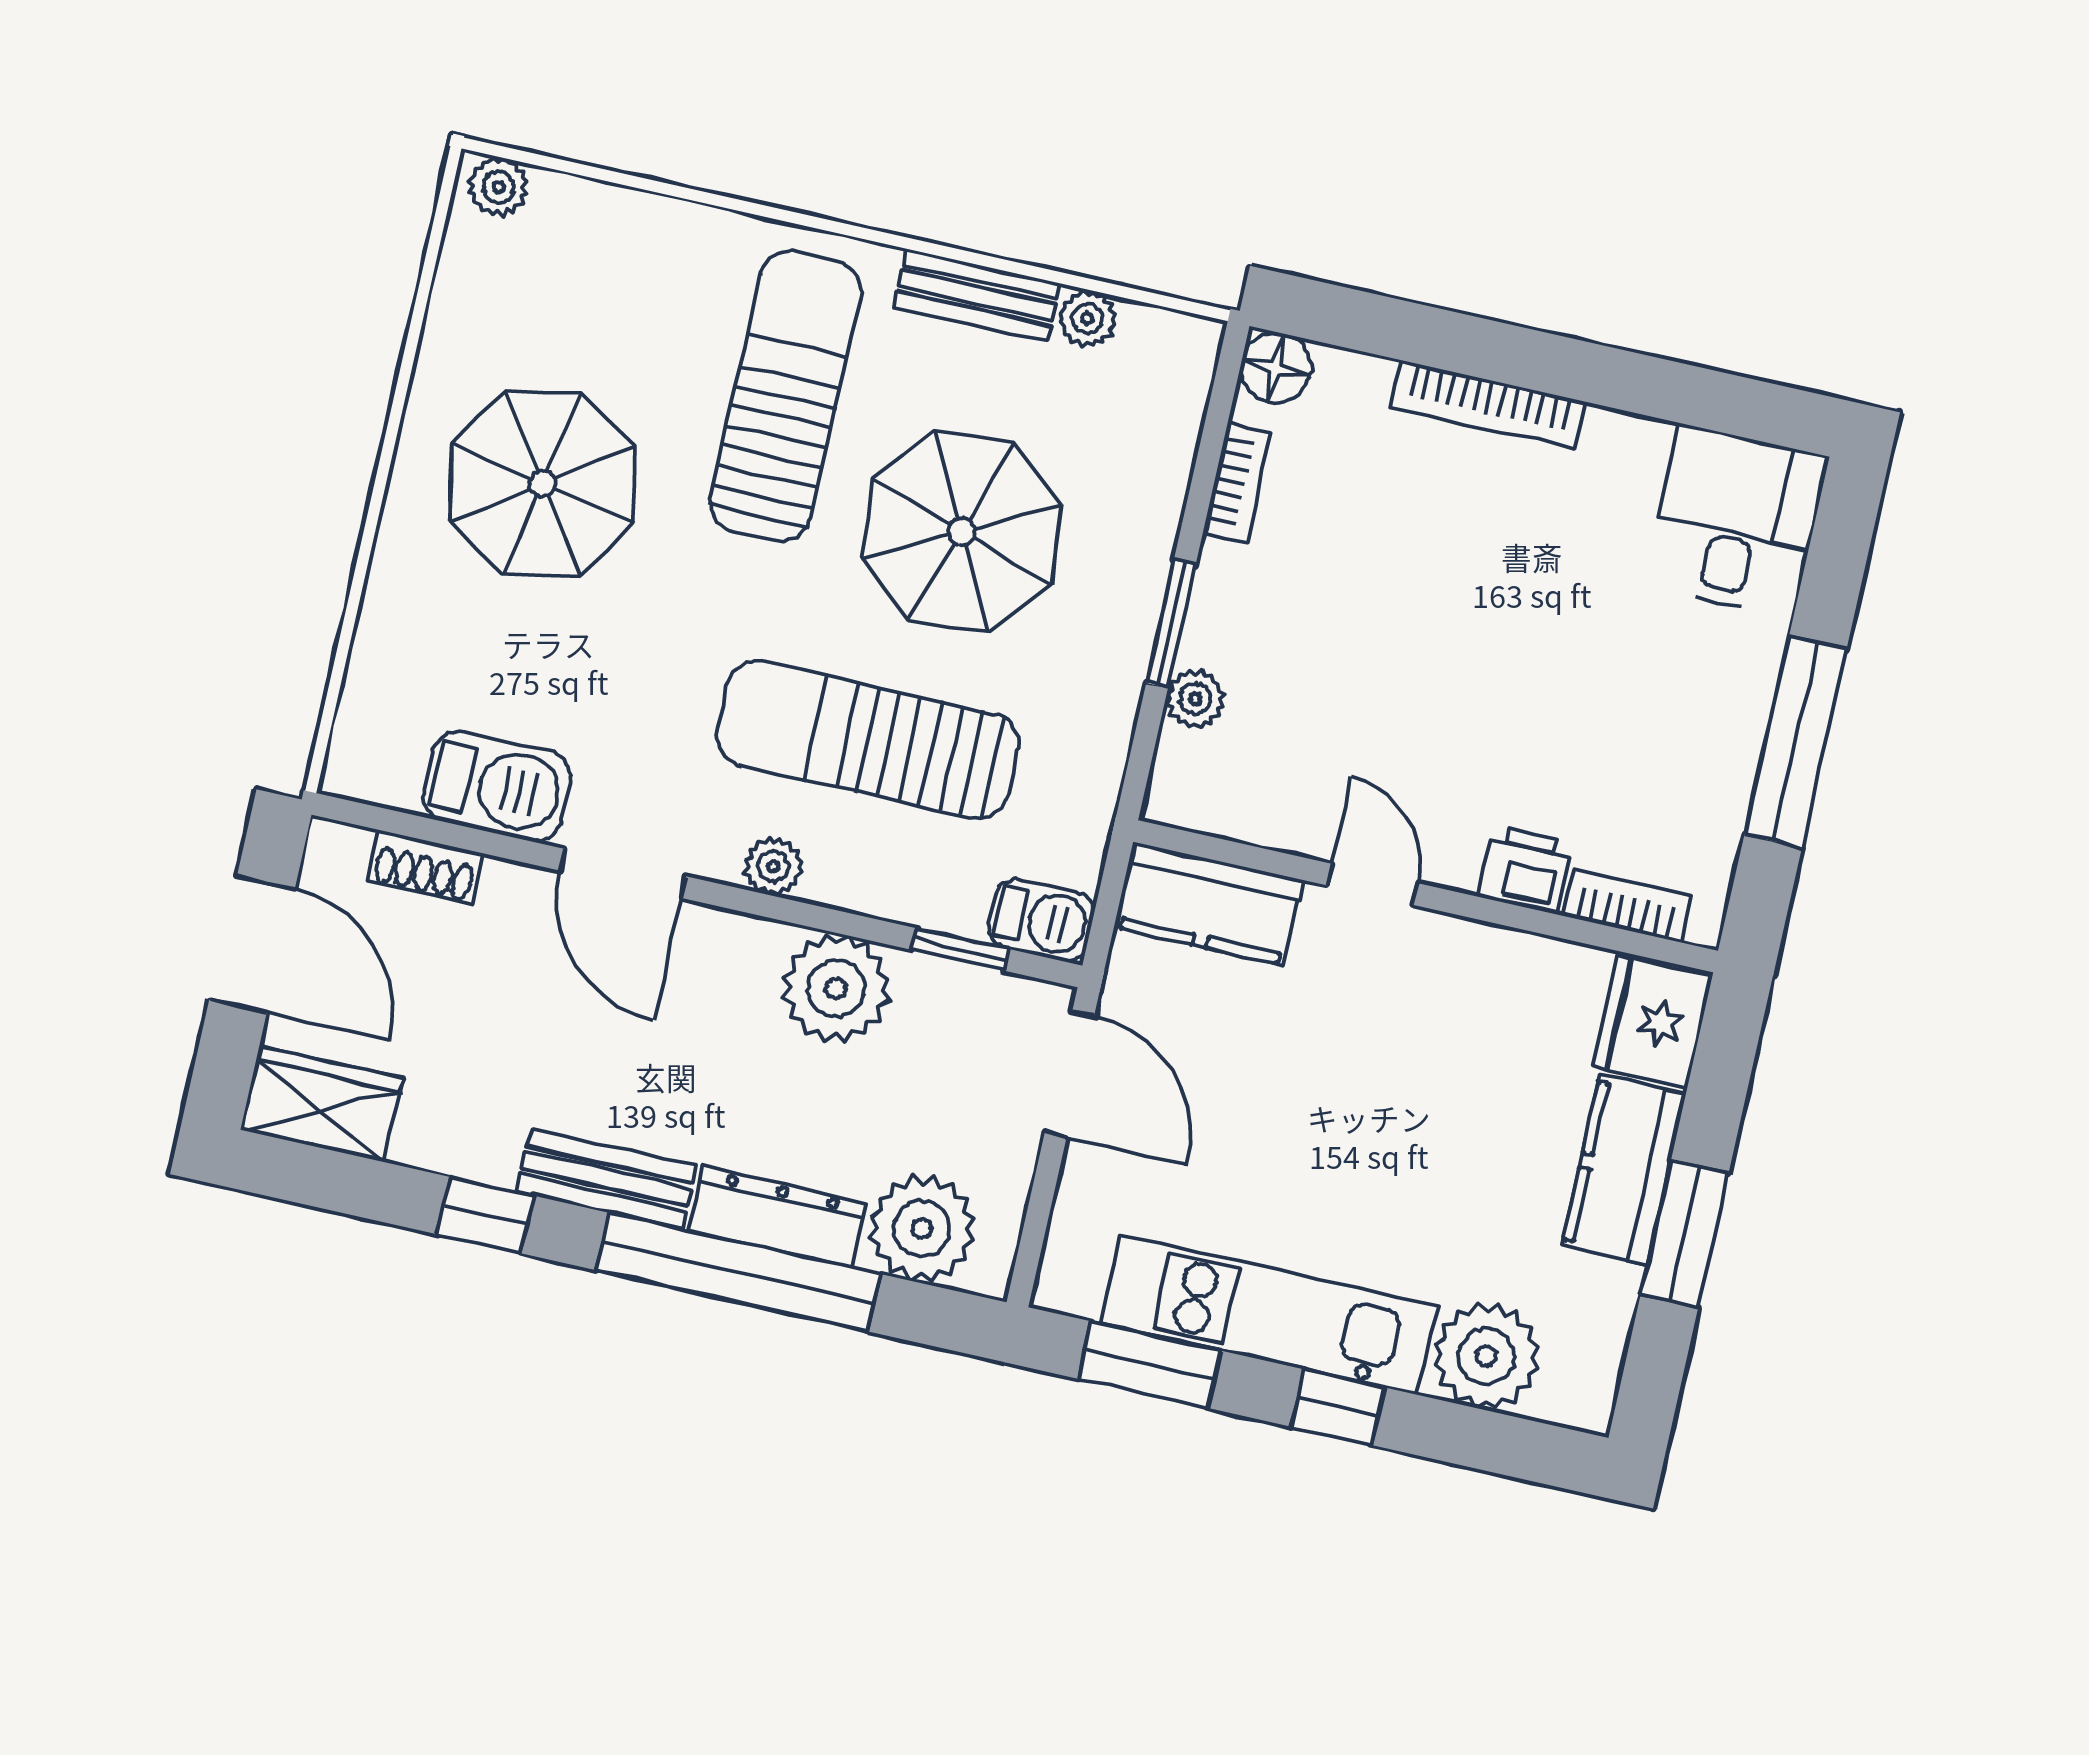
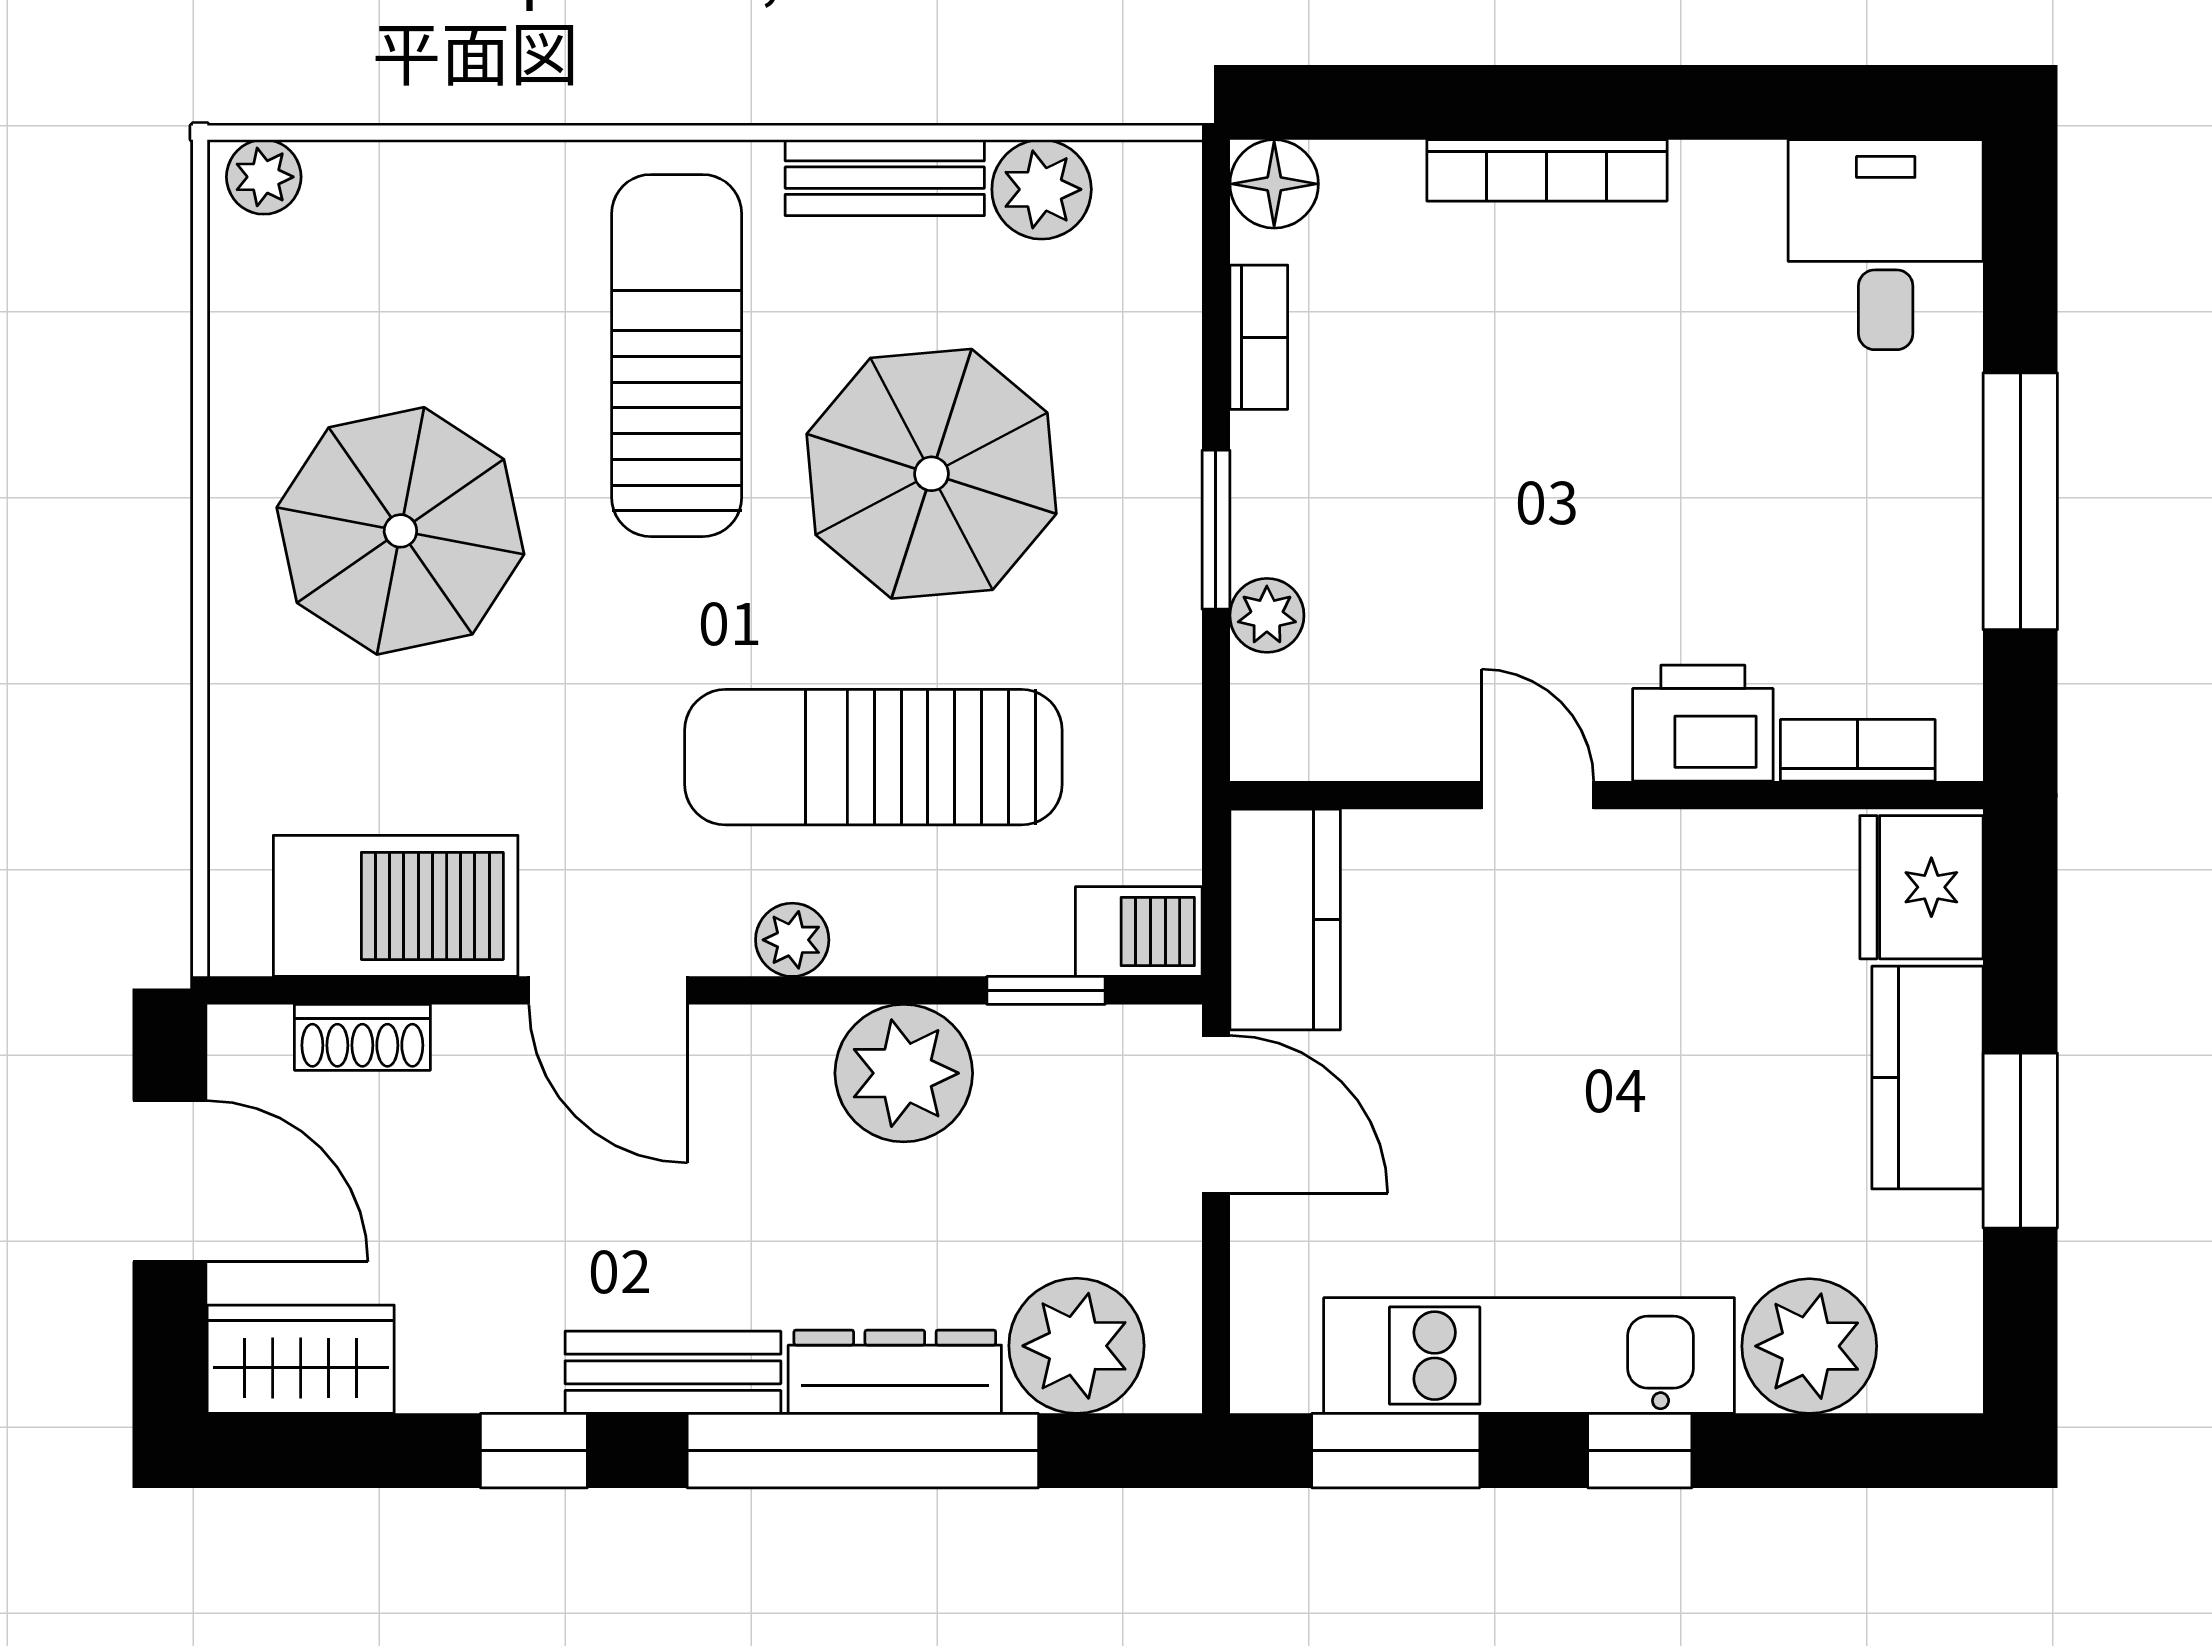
plant: (1087, 319) -> (1042, 189), width x1.38, depth x1.38
barbecue: (497, 787) -> (396, 906), width x1.37, depth x1.21
printer: (1525, 869) -> (1703, 723), width x1.36, depth x1.24
kitchen counter: (1209, 903) -> (1285, 920), moved, turned -90

